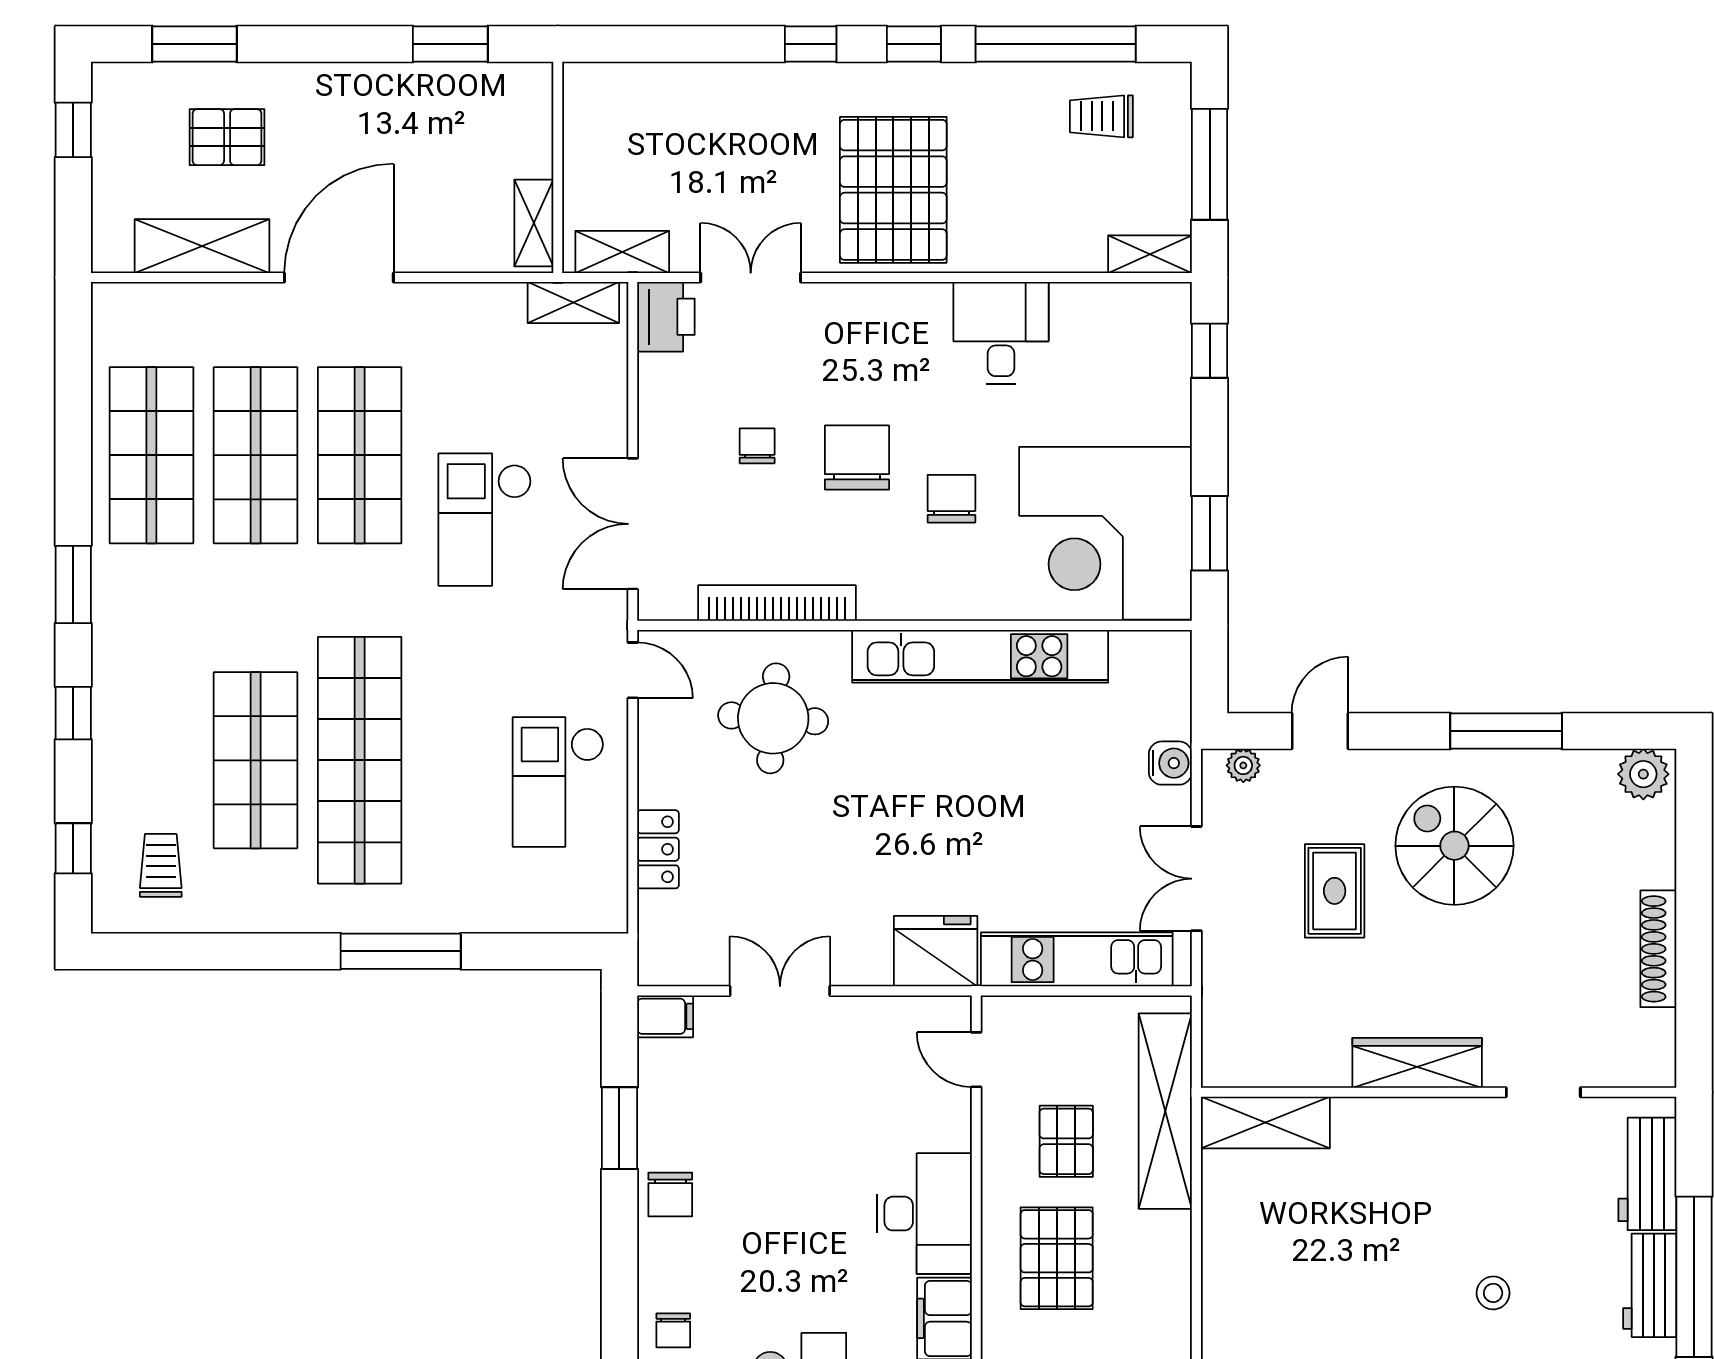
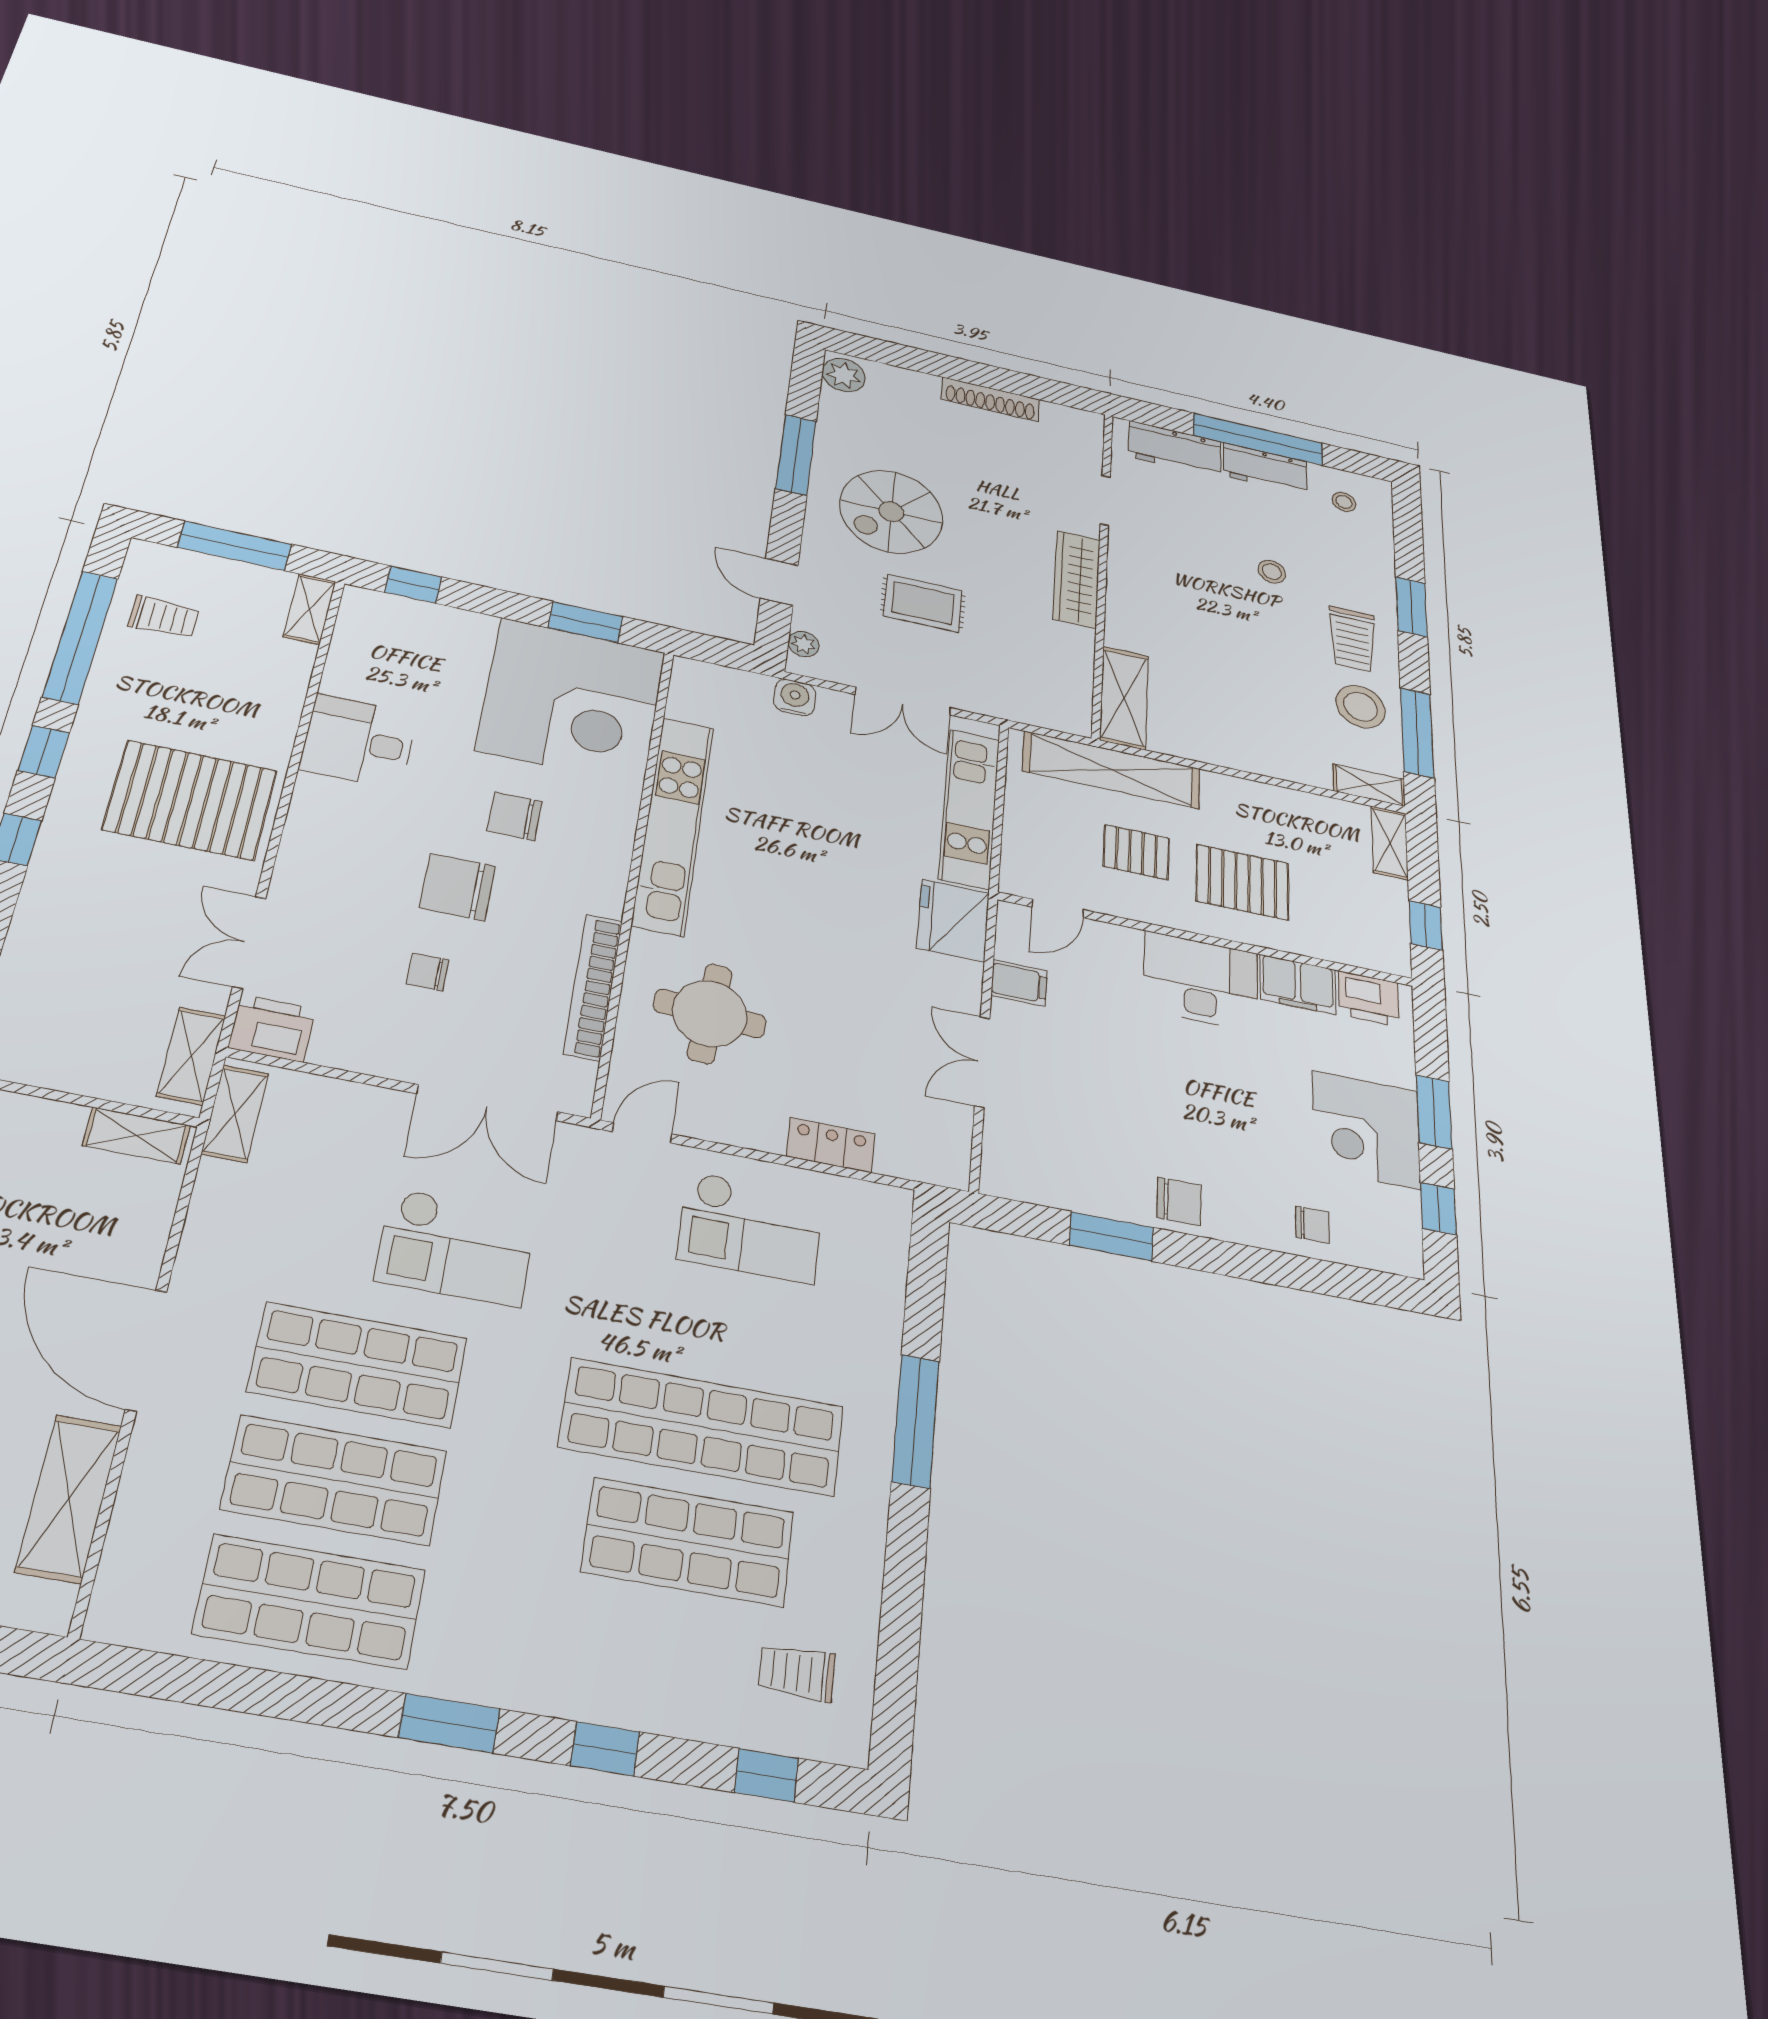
trolley: (1101, 116) -> (164, 617), turned -90
filing cabinet: (665, 1016) -> (1019, 983), moved, turned 90

